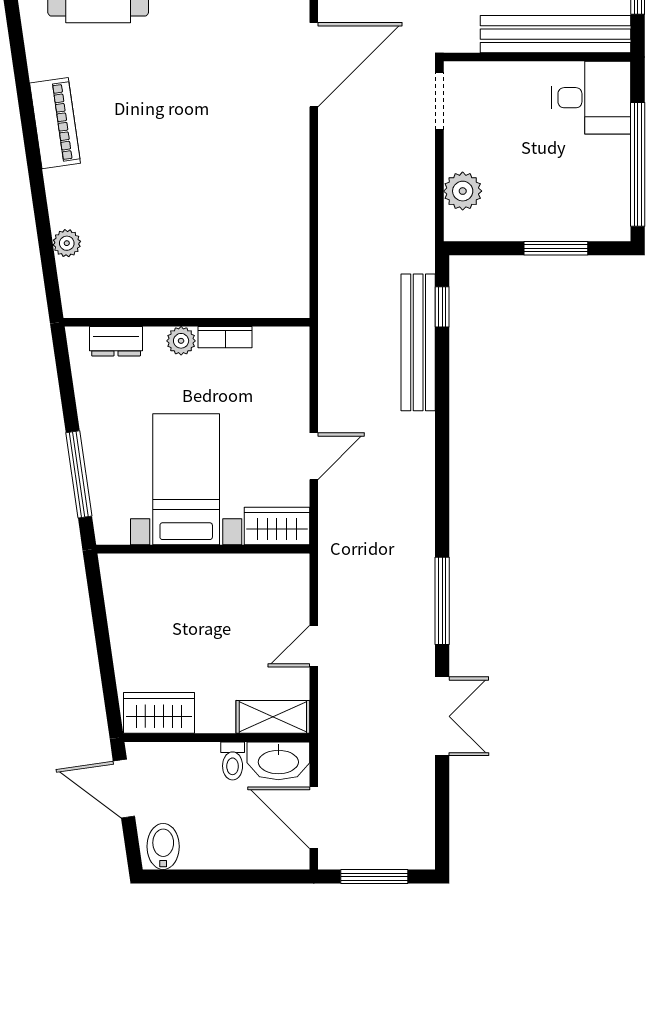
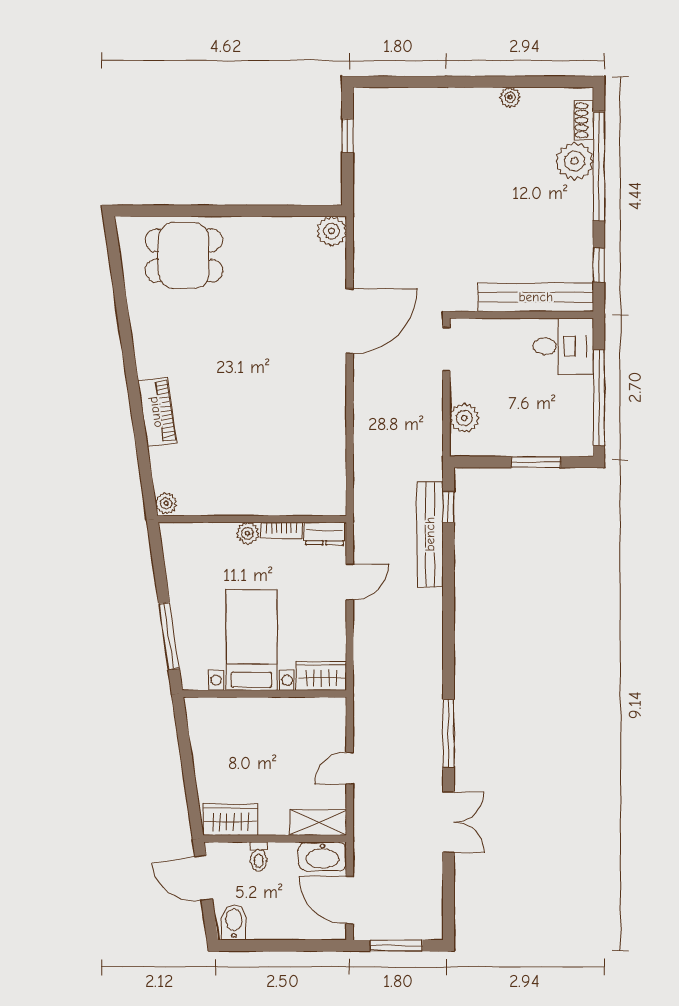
piano: (55, 123) -> (157, 412), moved
plant: (67, 243) -> (166, 503), moved
dresser: (116, 341) -> (324, 534), moved
door: (314, 456) -> (350, 582), moved
toilet: (233, 761) -> (259, 857), moved

